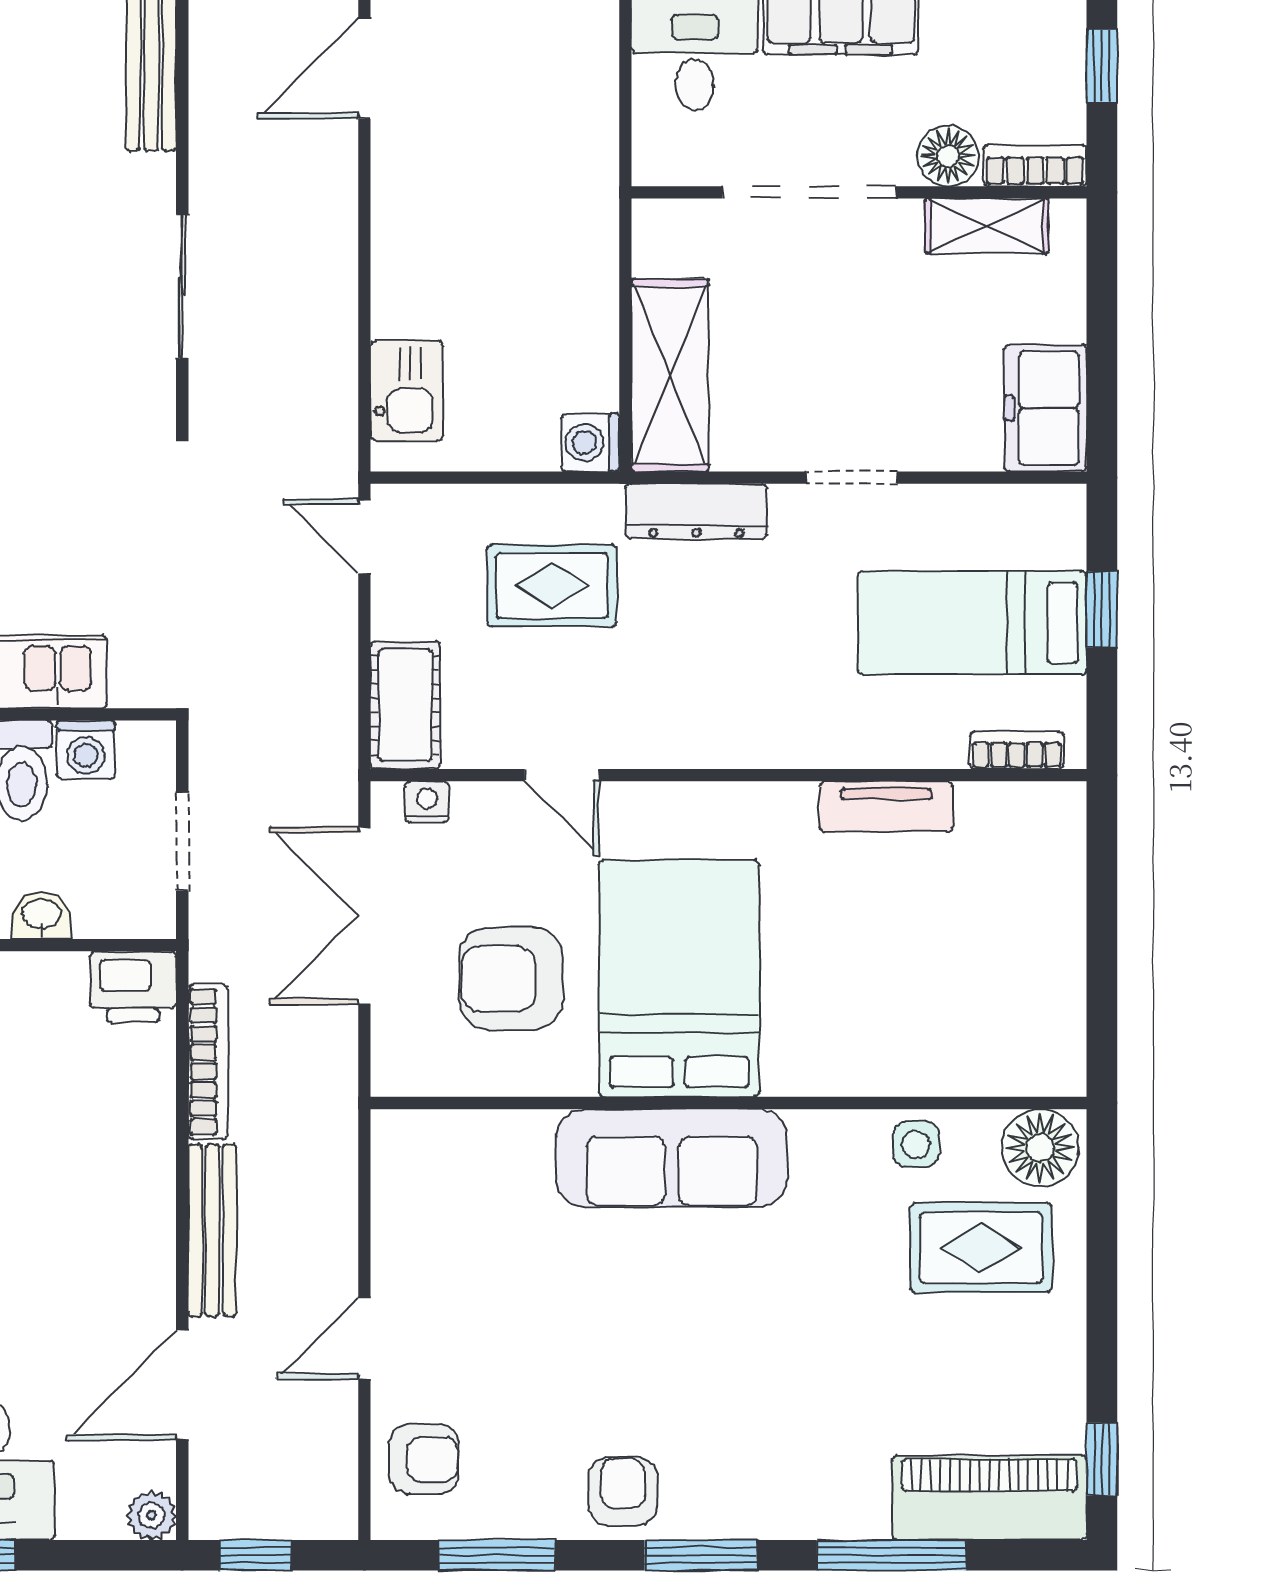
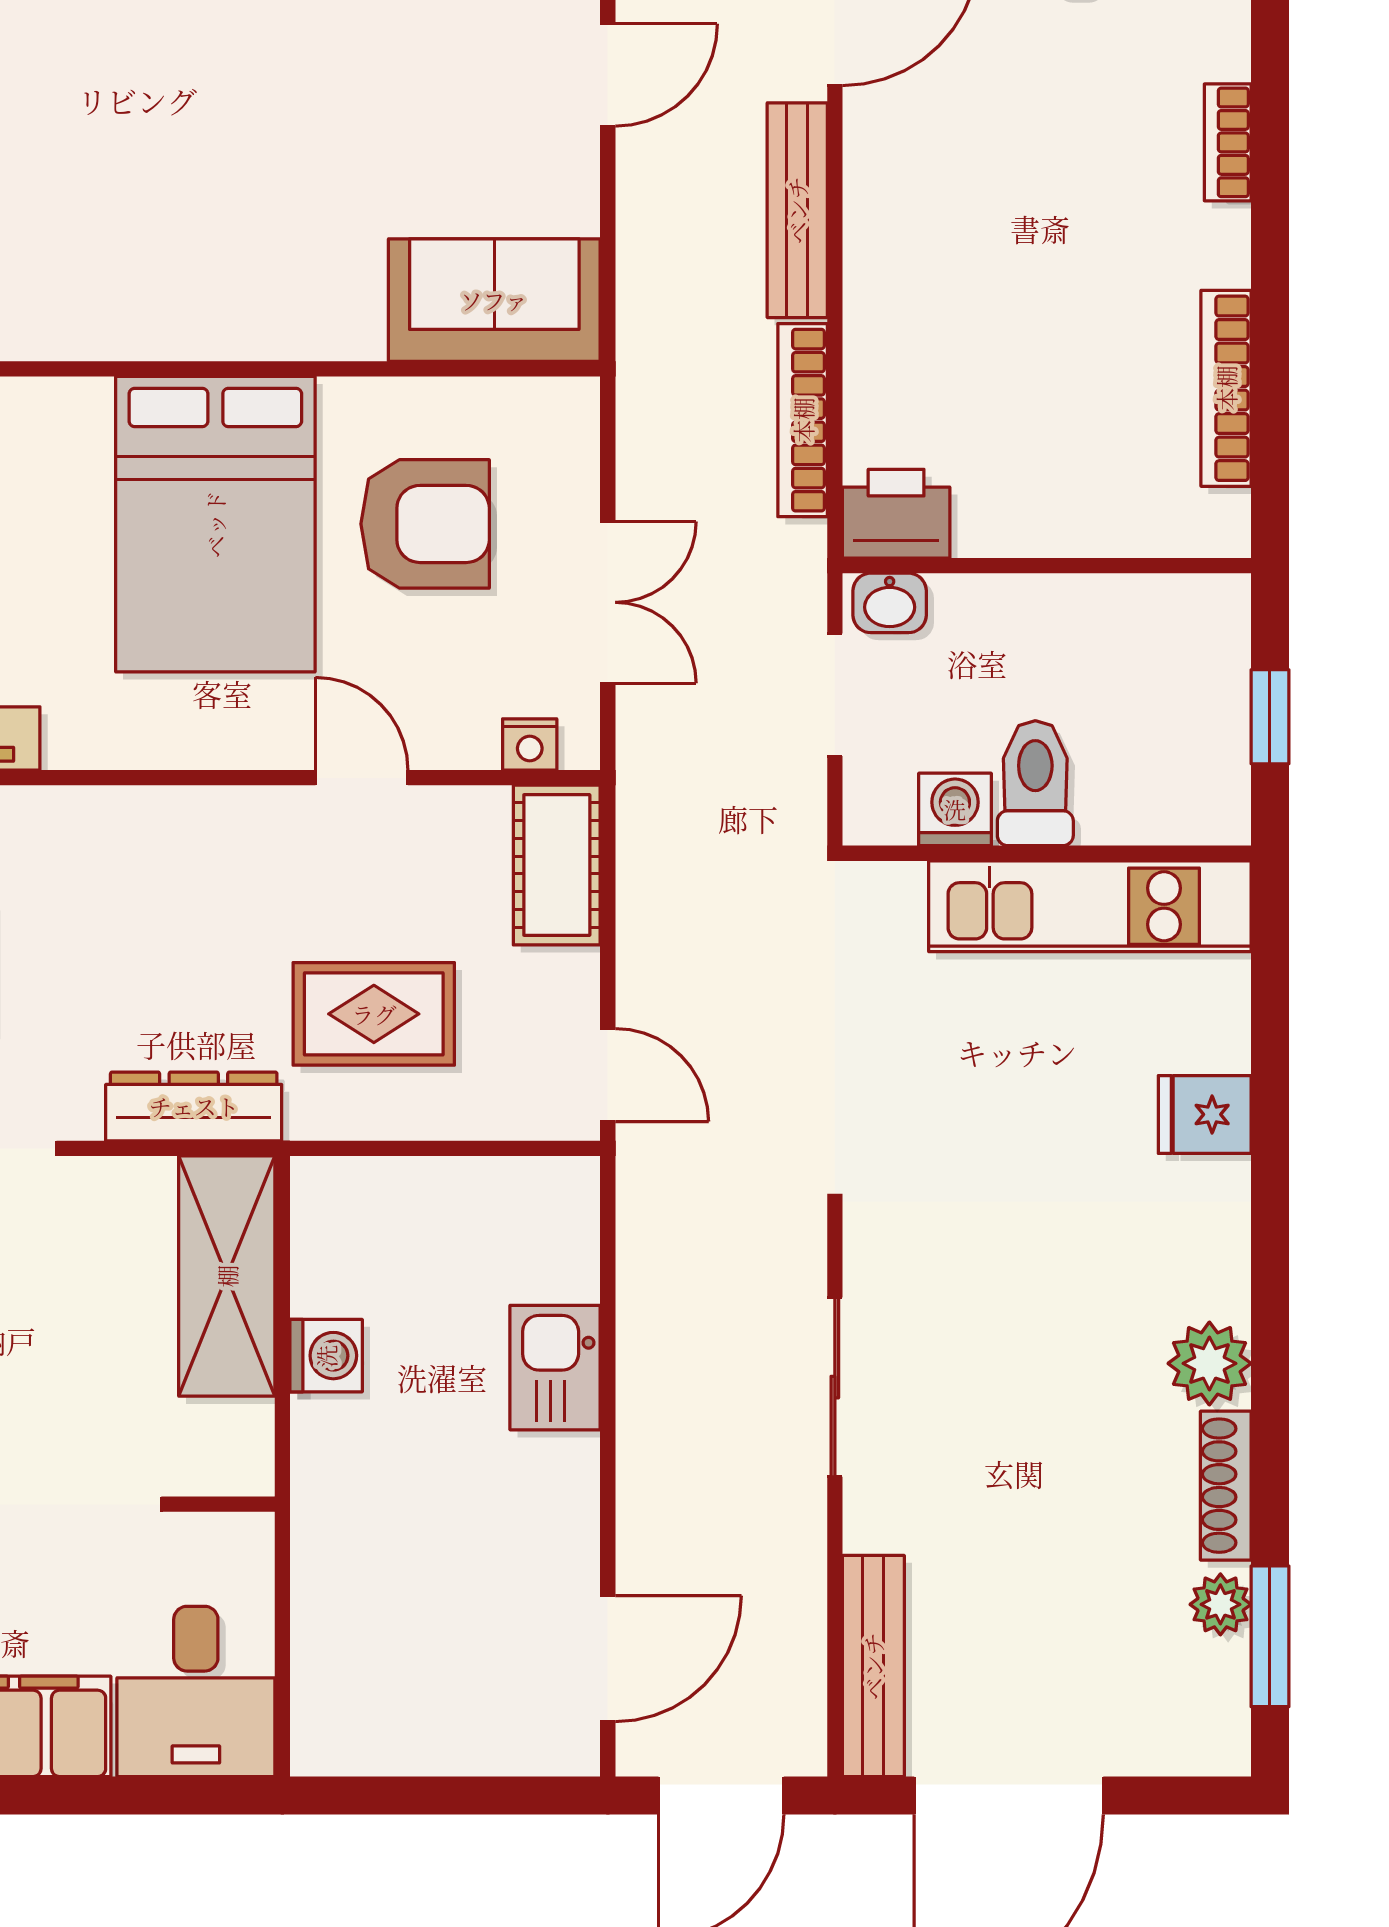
kitchen sink: (407, 391) -> (555, 1368), moved
washing machine: (590, 443) -> (326, 1356), moved
washbasin: (41, 915) -> (890, 603), moved
double door: (364, 916) -> (608, 602), width x0.73
sofa: (672, 1158) -> (494, 300), moved, width x0.73

